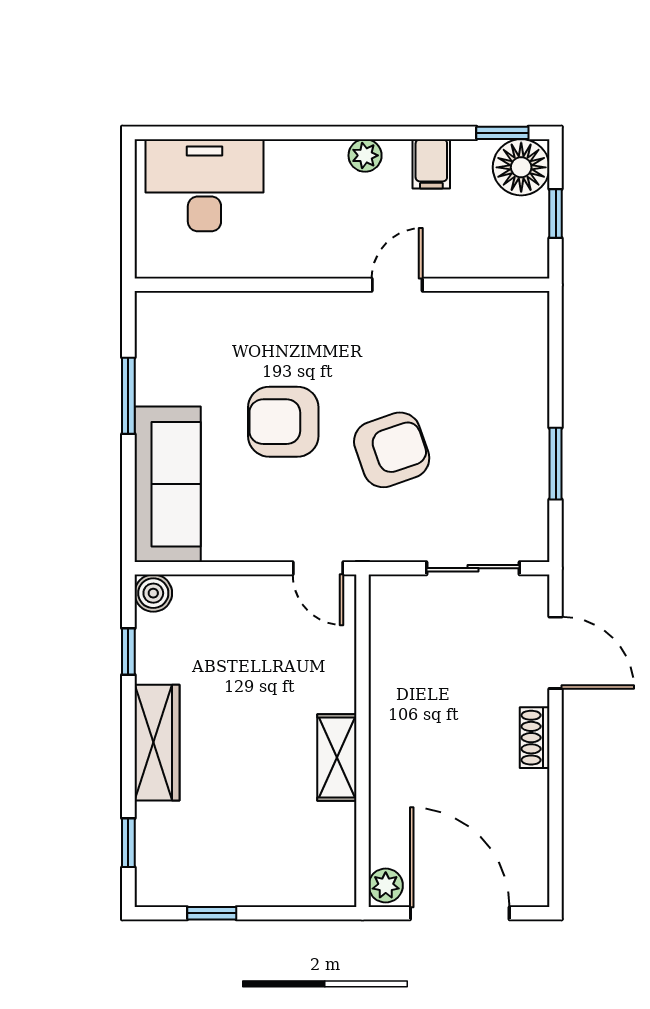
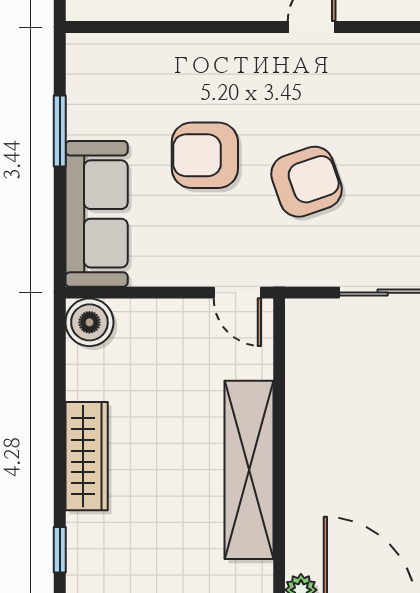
boiler: (153, 593) -> (89, 322), width x1.36, depth x1.36
window: (128, 652) -> (60, 371), removed
shelving: (337, 758) -> (249, 470), width x2.20, depth x1.33

